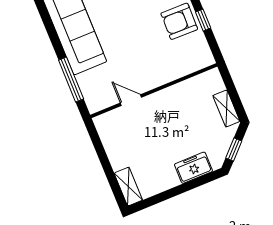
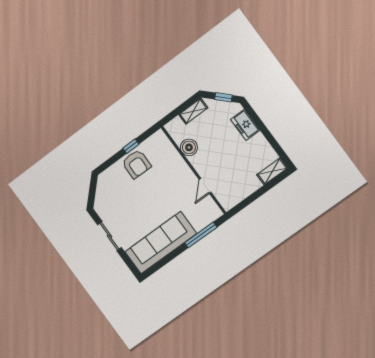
boiler: (183, 92) -> (189, 147), added

